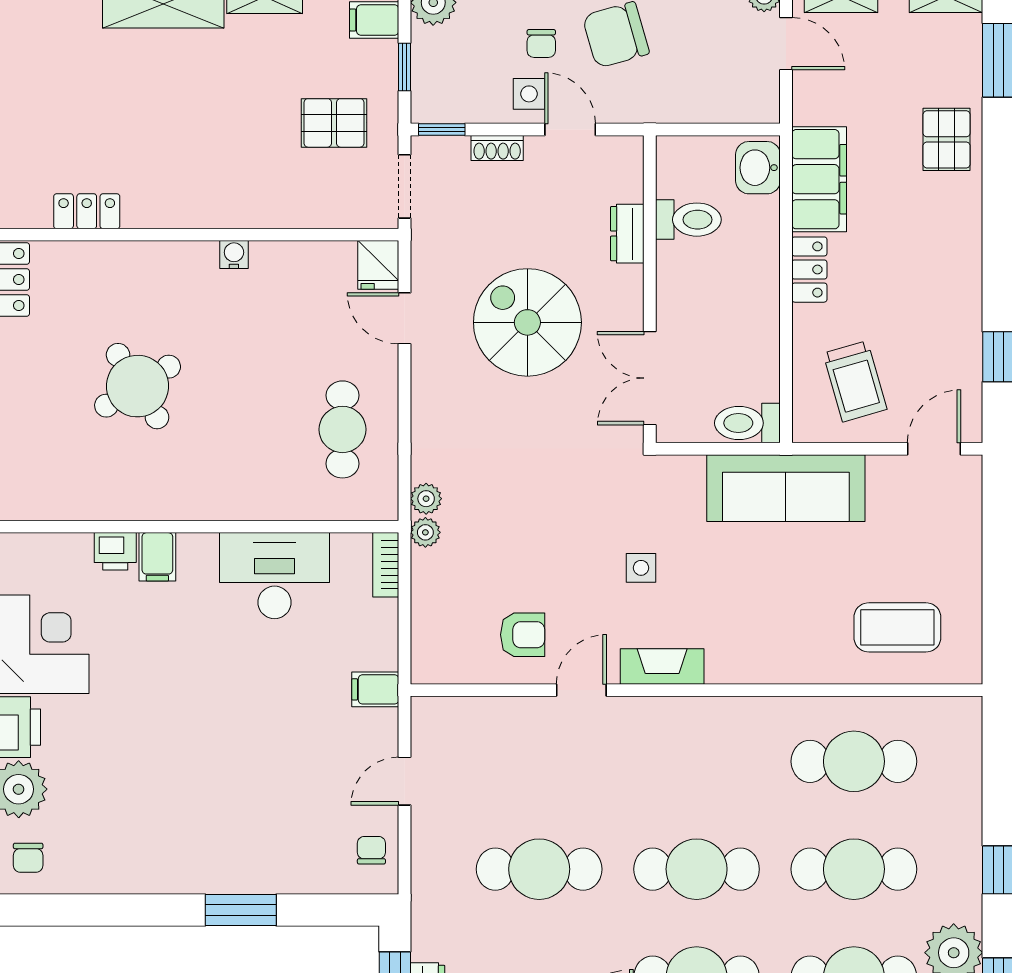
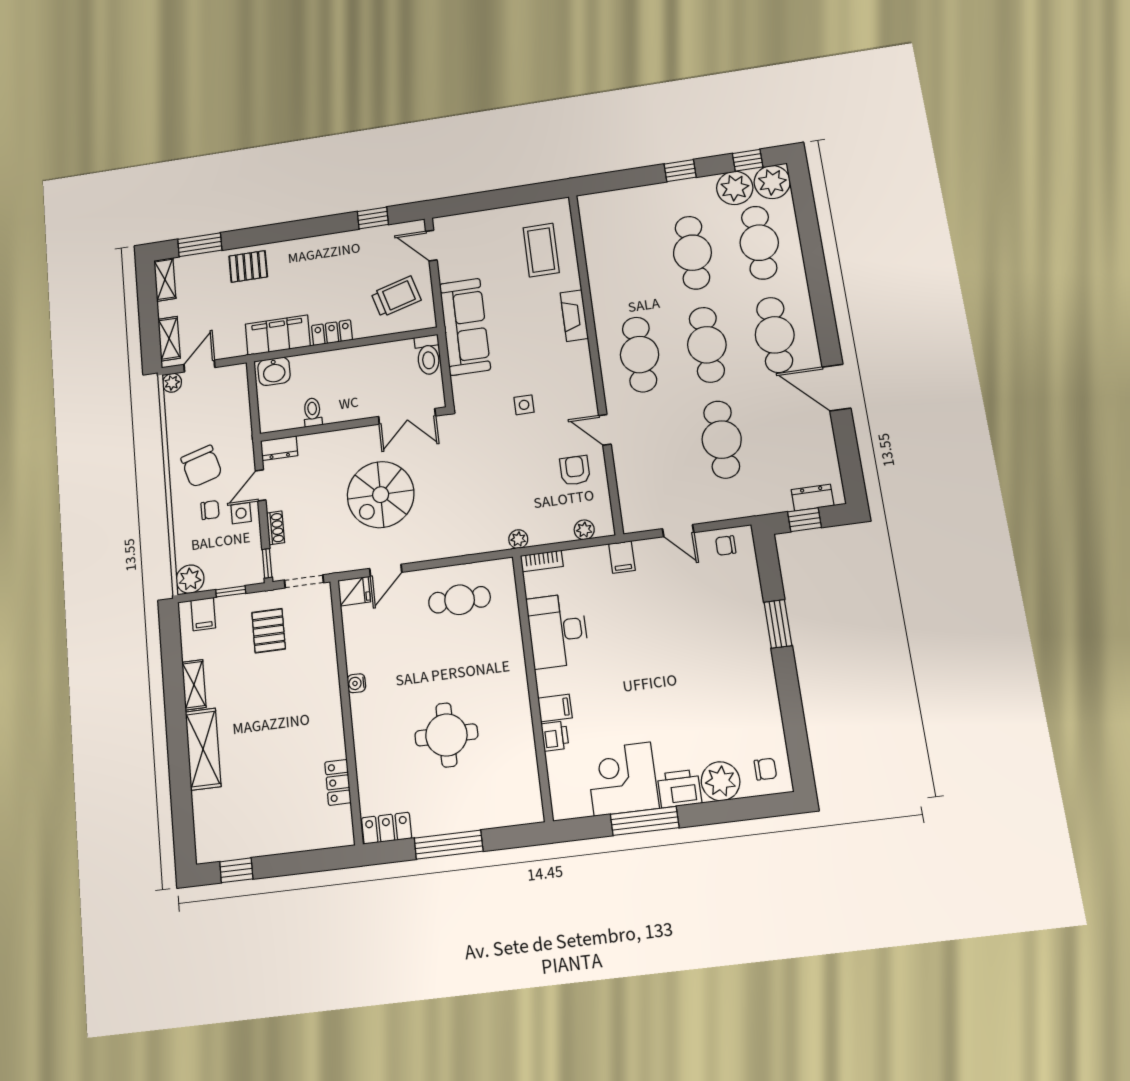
toilet: (688, 220) -> (312, 412), width x0.73, depth x0.72
dresser: (627, 234) -> (279, 448), moved
round table: (138, 386) -> (446, 735), turned 32
plant: (426, 499) -> (584, 530), moved
fireplace: (662, 666) -> (574, 316), moved
cafe table: (854, 761) -> (640, 355), moved

